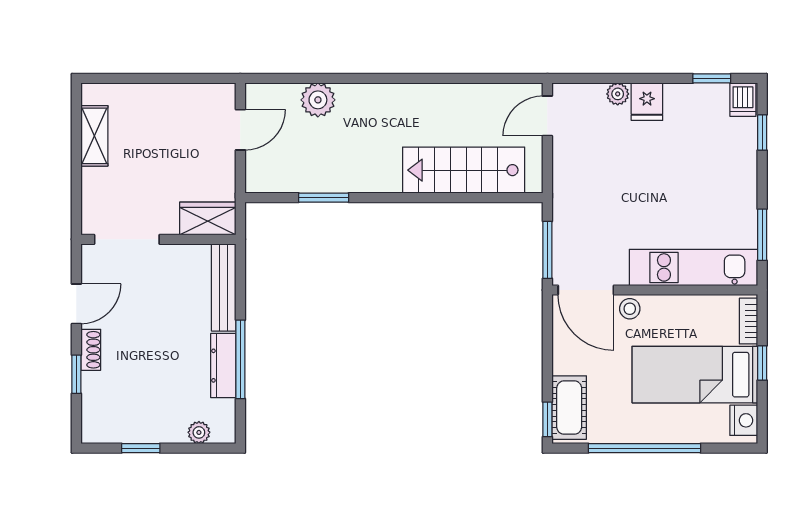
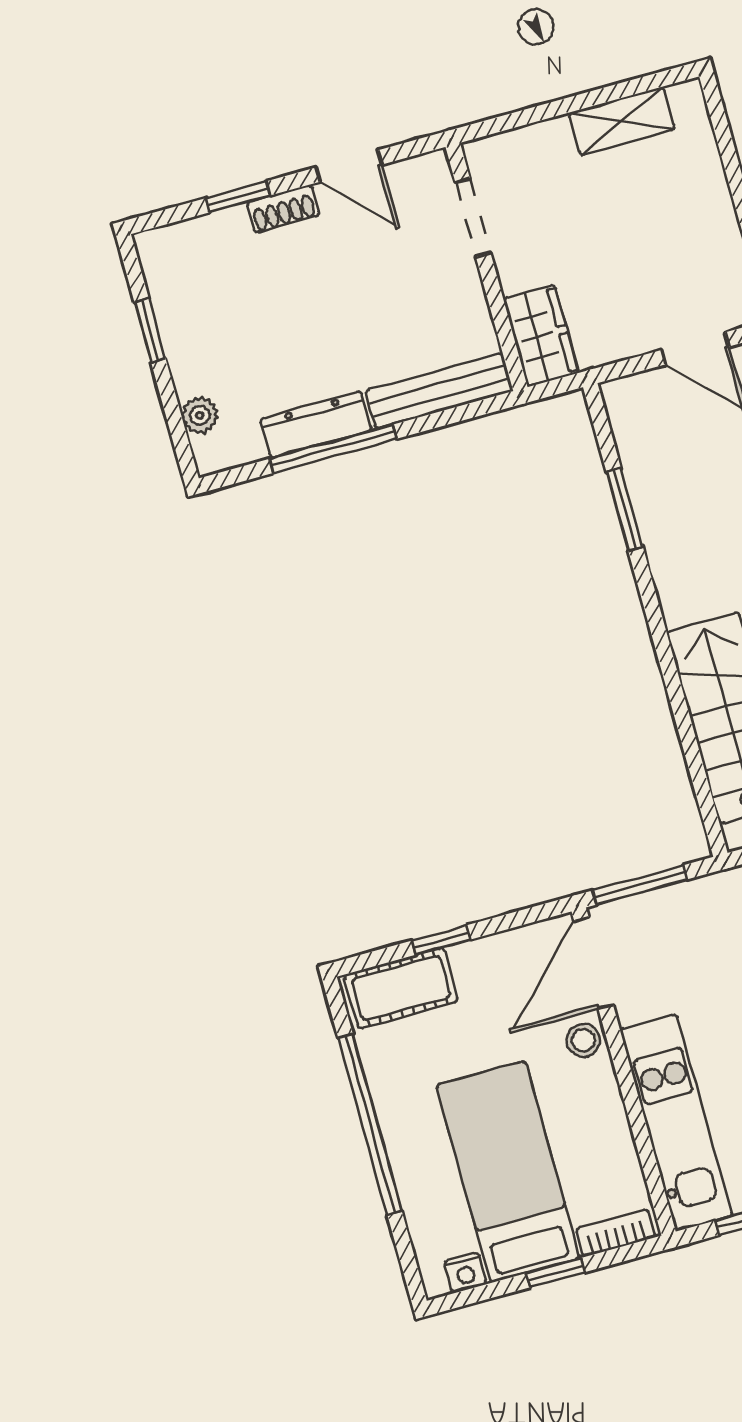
doorway: (127, 239) -> (473, 218), width x0.73
window: (547, 419) -> (441, 940), moved
nightstand: (744, 420) -> (465, 1273), width x0.72, depth x0.74

